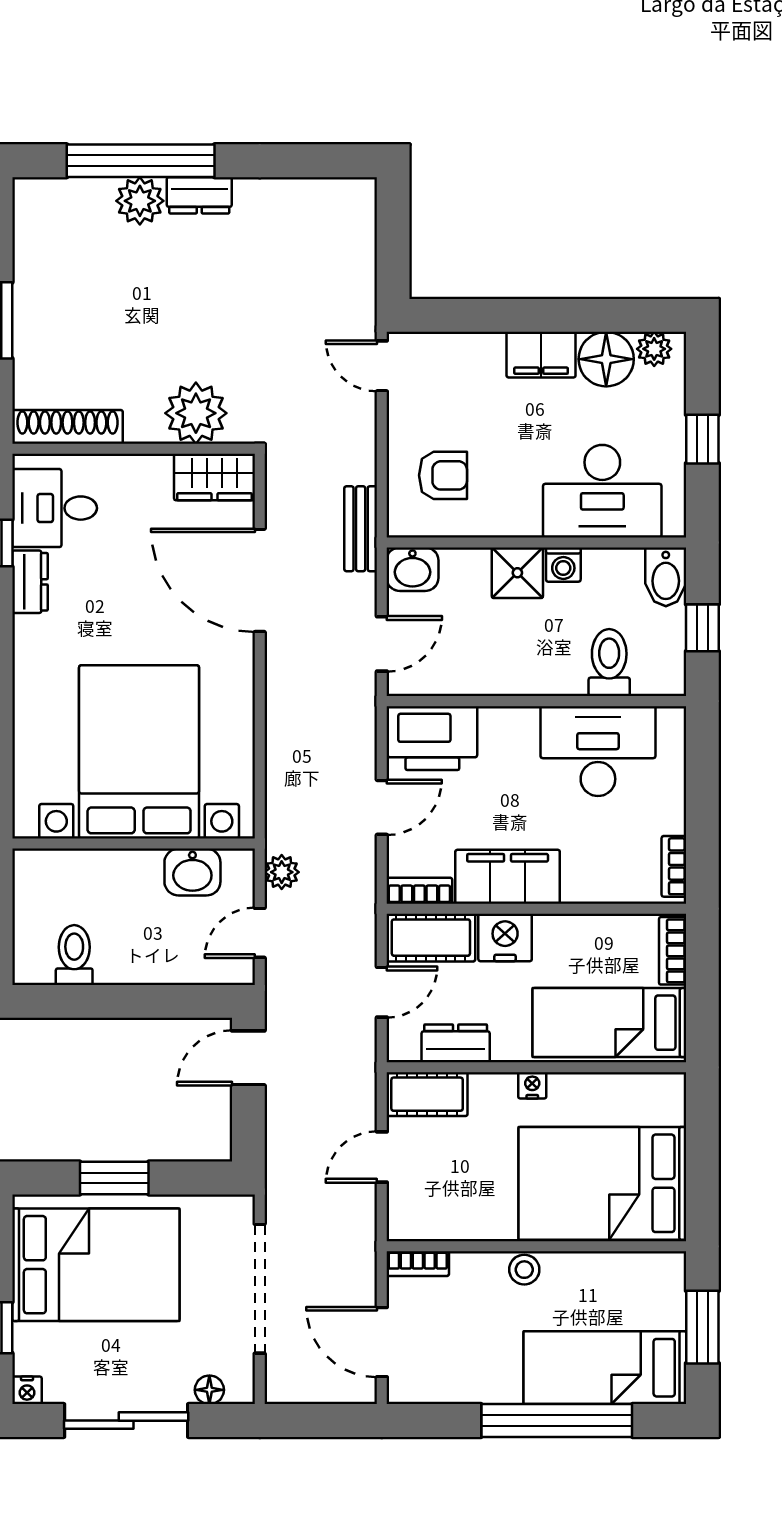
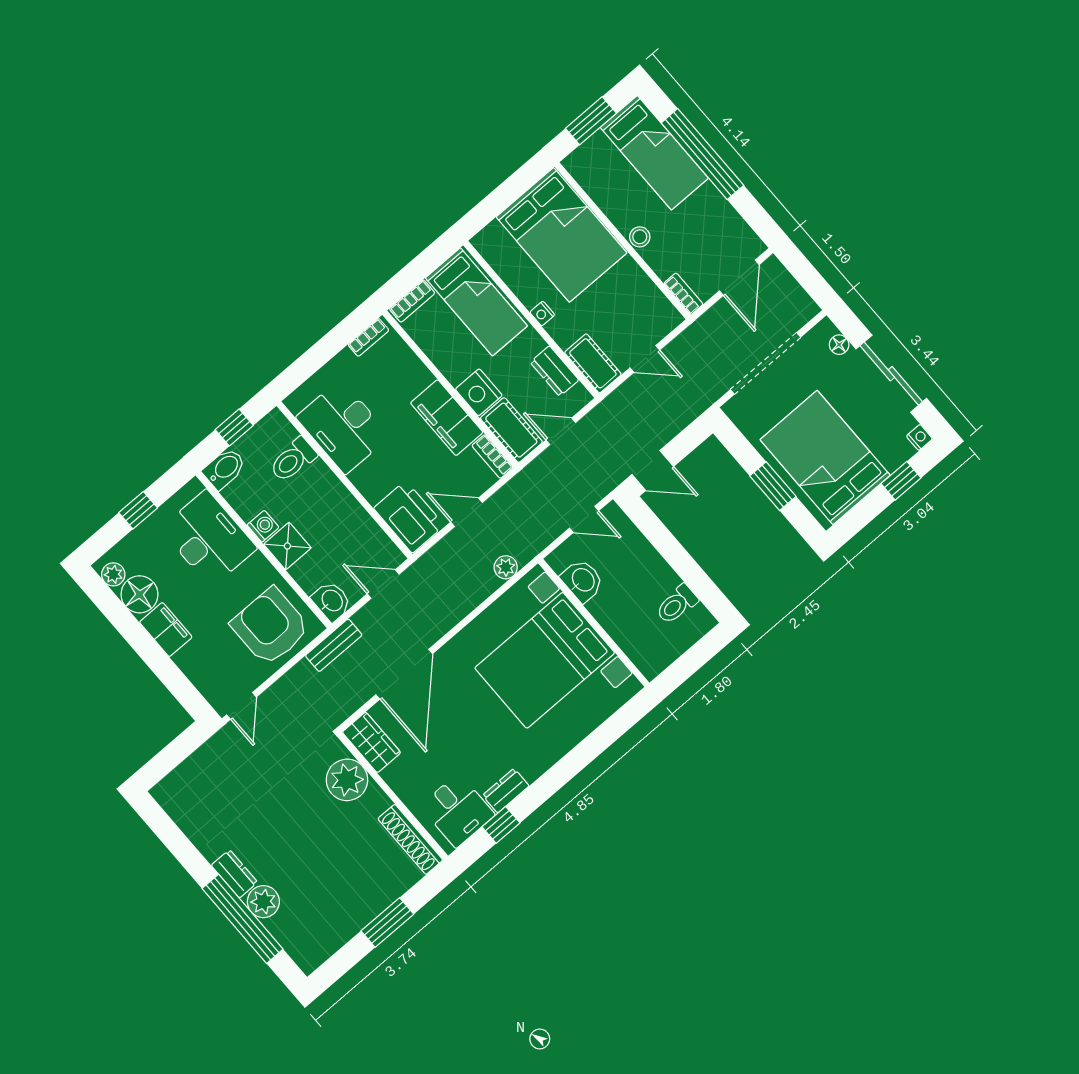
armchair: (443, 475) -> (270, 627), width x1.88, depth x1.88
plant: (282, 872) -> (506, 567), moved

